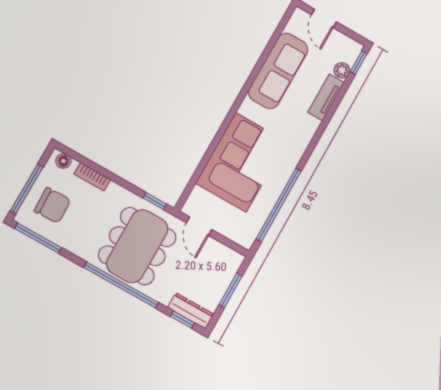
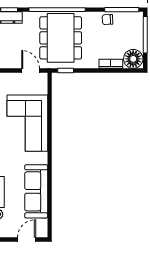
door: (324, 18) -> (27, 240), hinge flipped
floor lamp: (63, 161) -> (133, 59), width x1.89, depth x1.89
chair: (52, 205) -> (107, 19), moved, width x0.54, depth x0.54

